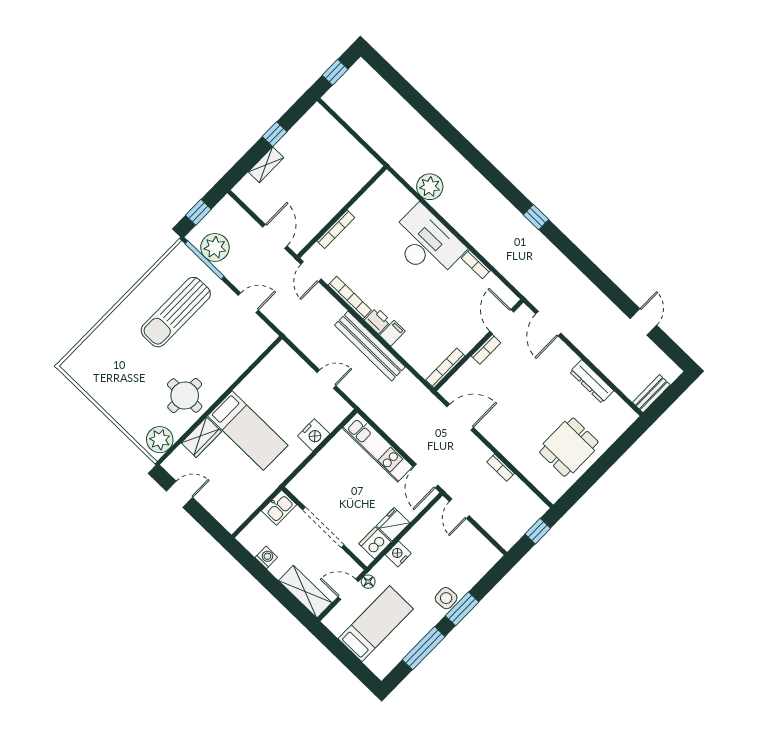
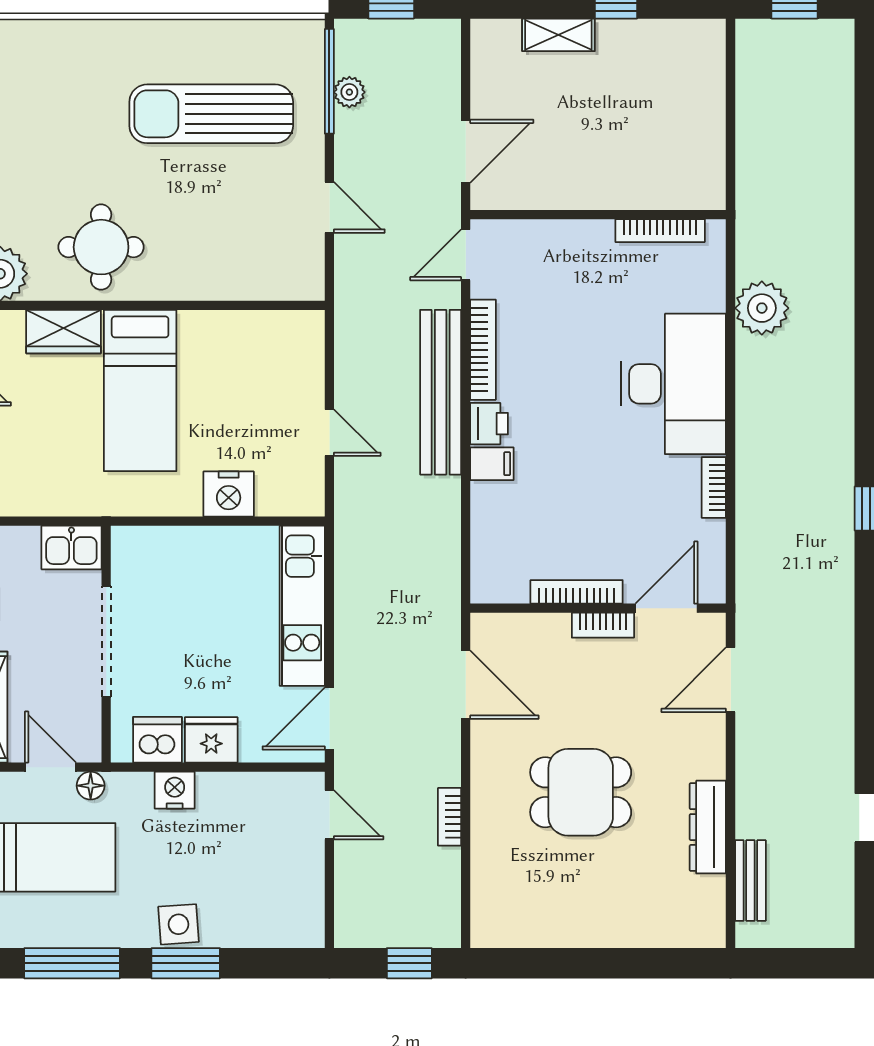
bookcase: (336, 229) -> (660, 231), moved
plant: (215, 247) -> (349, 92), width x0.53, depth x0.53
bench: (370, 346) -> (441, 392), moved
bookcase: (445, 368) -> (577, 592), moved
bench: (651, 394) -> (750, 880), moved, turned 90
dining table: (569, 447) -> (581, 792), moved
door: (459, 509) -> (329, 815), swing flipped

